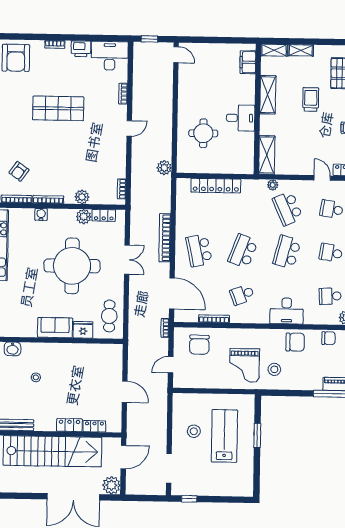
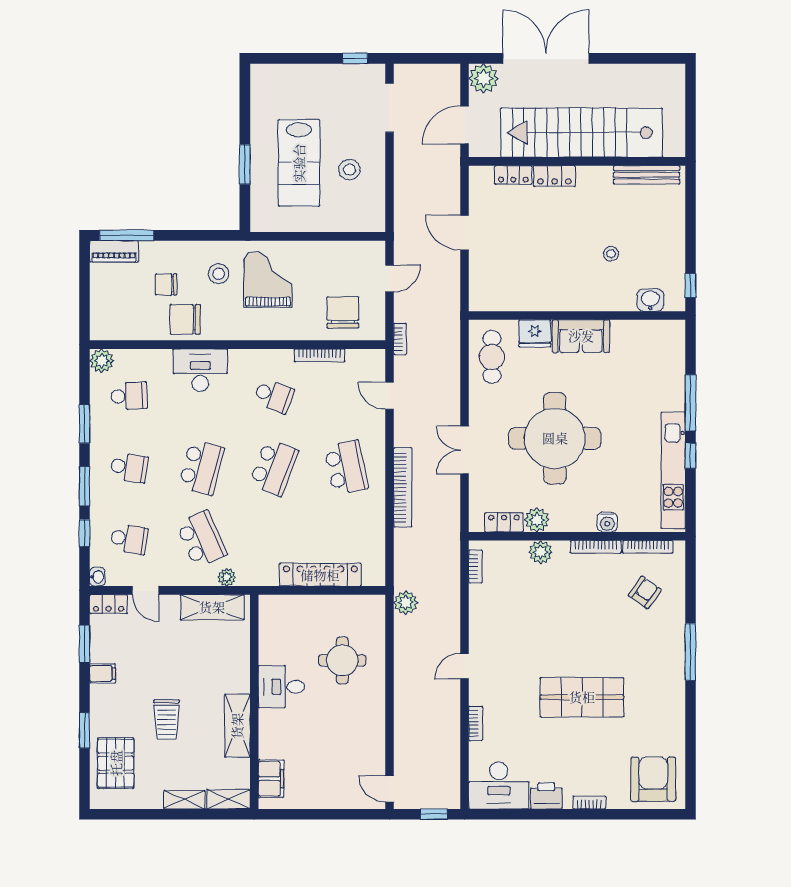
shelving: (267, 155) -> (212, 607), moved, turned 90
door: (172, 293) -> (390, 396), width x0.53
school desk: (242, 295) -> (274, 396), turned 42
chair: (328, 338) -> (166, 284), moved

